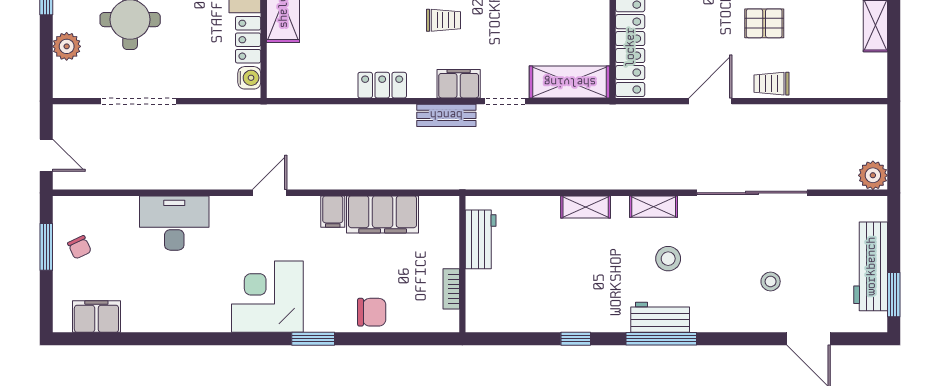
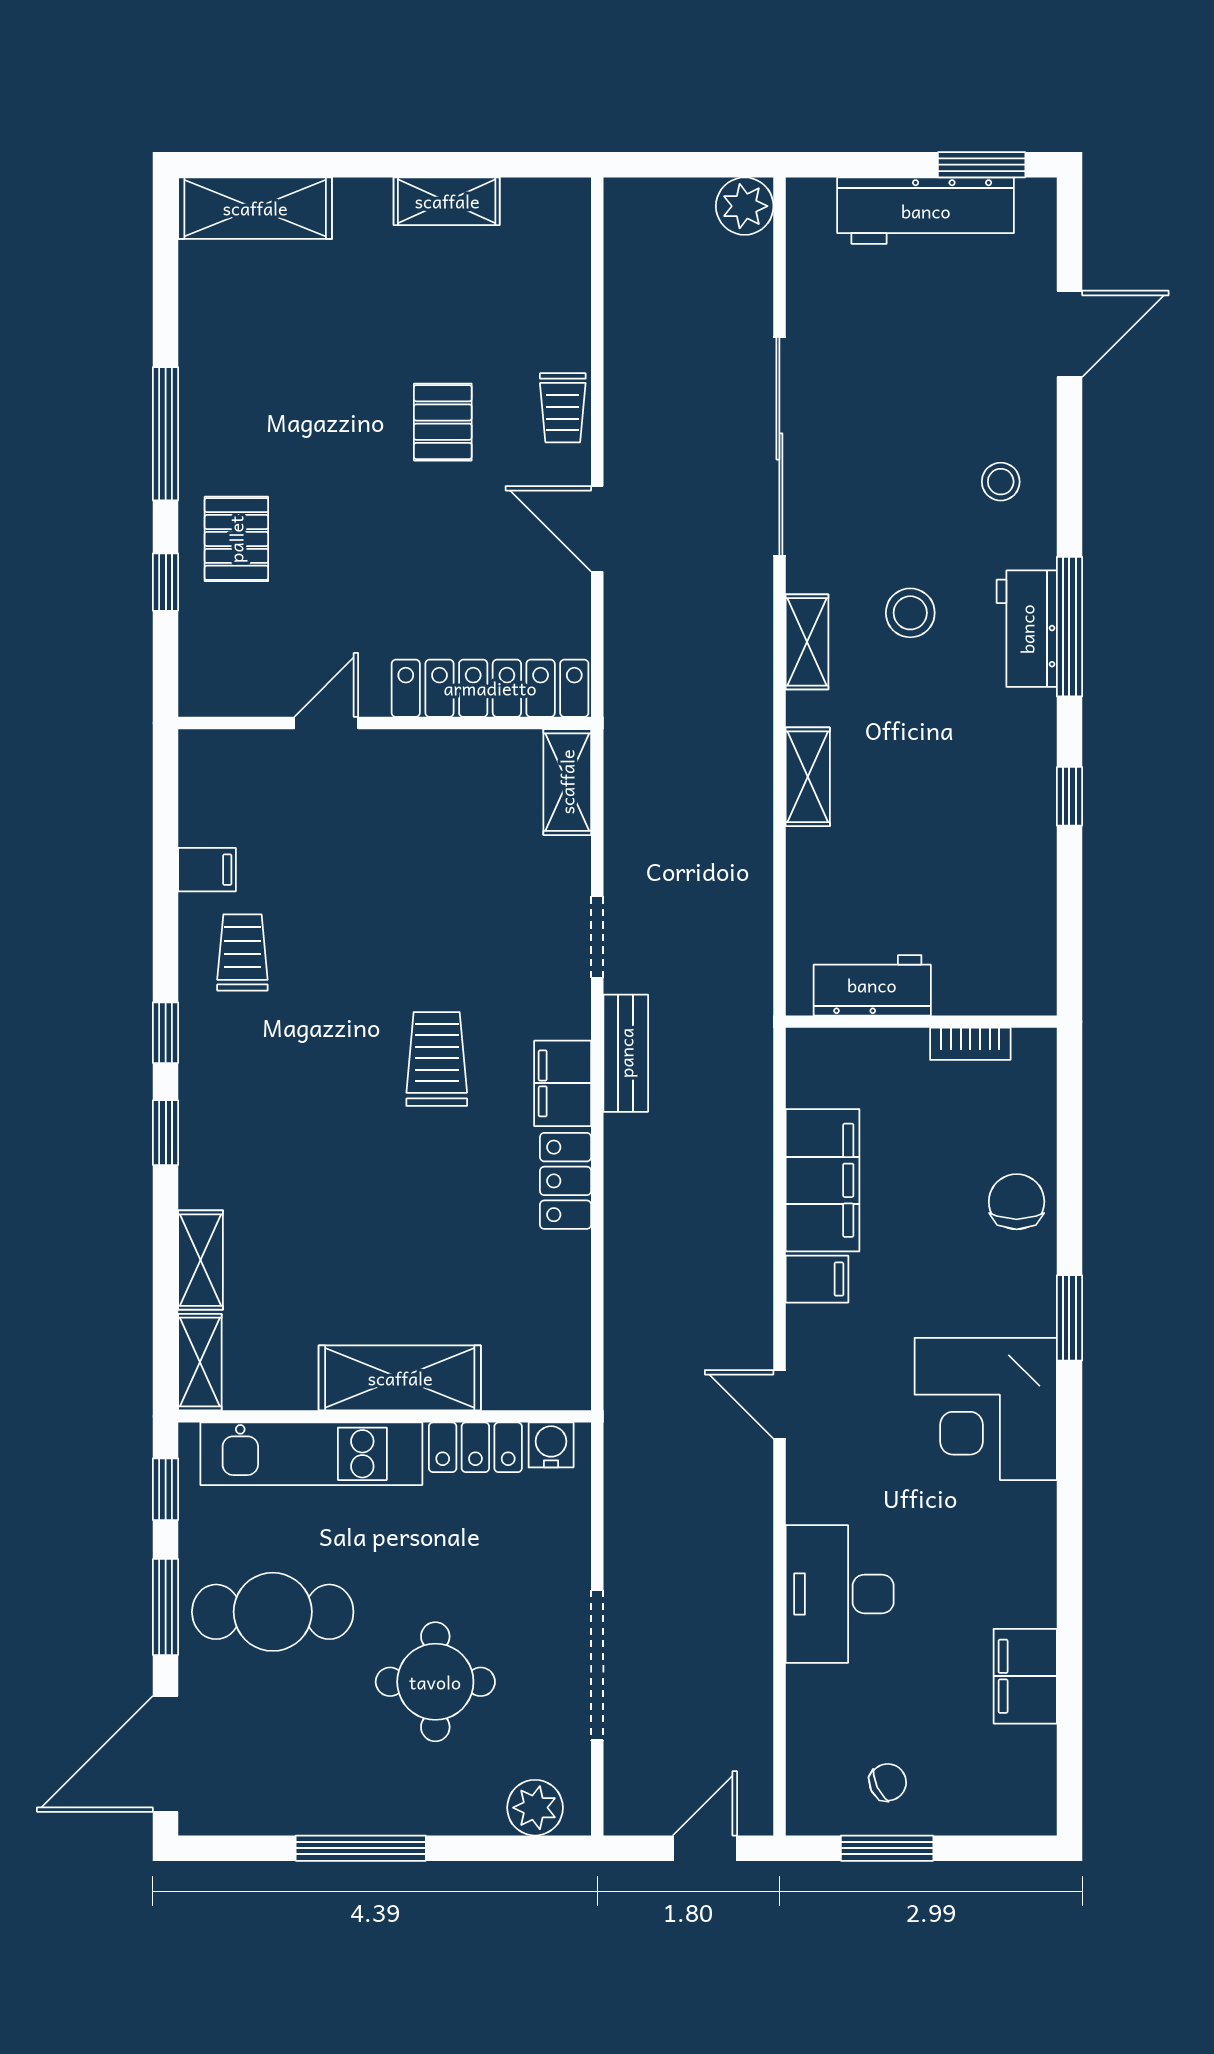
trolley: (444, 20) -> (437, 1059), width x1.36, depth x1.39
plant: (67, 46) -> (535, 1808), moved
shelving: (570, 82) -> (567, 782), width x0.67, depth x0.75
filing cabinet: (459, 84) -> (563, 1083), moved
stool: (771, 281) -> (1001, 482), moved
filing cabinet: (96, 316) -> (1025, 1676), moved

